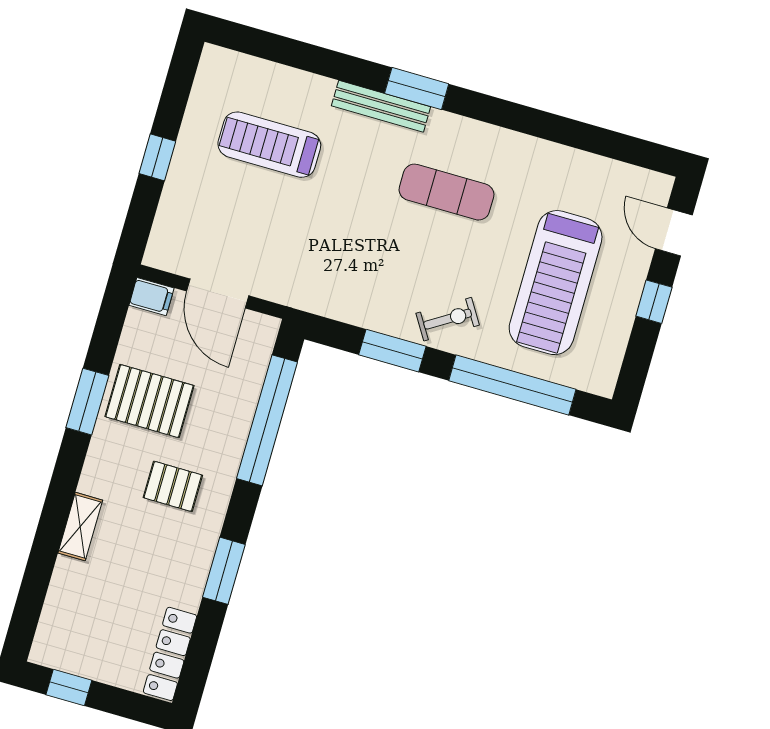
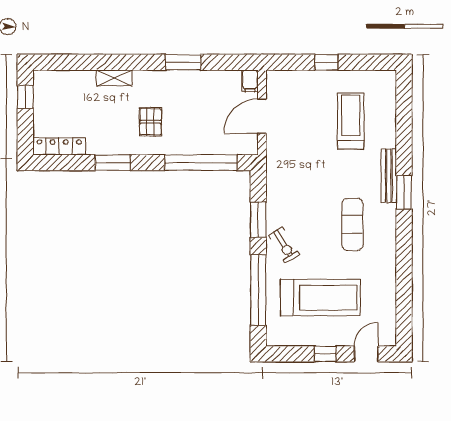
treadmill: (556, 283) -> (320, 298), turned 180
pallet: (150, 401) -> (193, 96), removed

